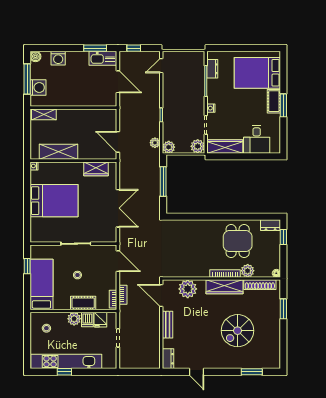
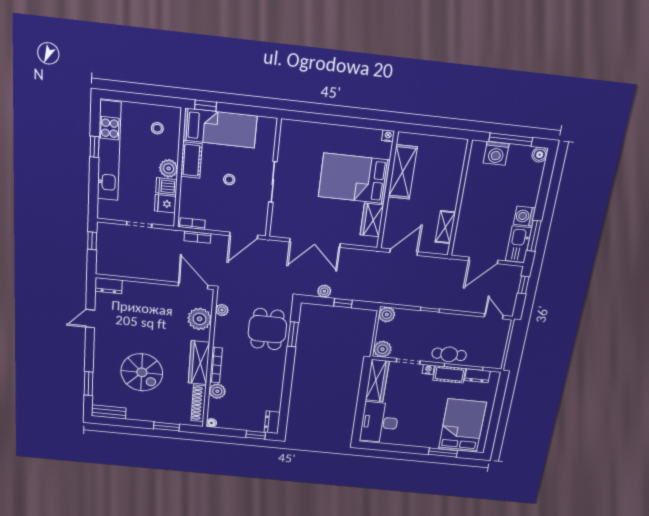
washing machine: (58, 58) -> (525, 216), moved
cafe table: (196, 94) -> (449, 354), added
cot: (274, 101) -> (449, 374), moved
window: (283, 105) -> (443, 453), moved
shelving: (44, 114) -> (445, 227), moved
desk: (257, 139) -> (380, 422), width x1.37
plant: (155, 143) -> (324, 291), moved
window: (163, 182) -> (343, 303), width x0.46
bed: (54, 201) -> (354, 178), moved, turned 90
window: (193, 217) -> (293, 334), added
dining table: (238, 241) -> (267, 329), moved, turned 90
window: (27, 266) -> (206, 106), moved
plant: (179, 272) -> (222, 310), added
door: (161, 295) -> (193, 286), hinge flipped
cot: (83, 303) -> (191, 160), moved
bench: (168, 325) -> (109, 412), moved
spiral stairs: (238, 331) -> (142, 372), turned 180
window: (134, 372) -> (92, 241), added

